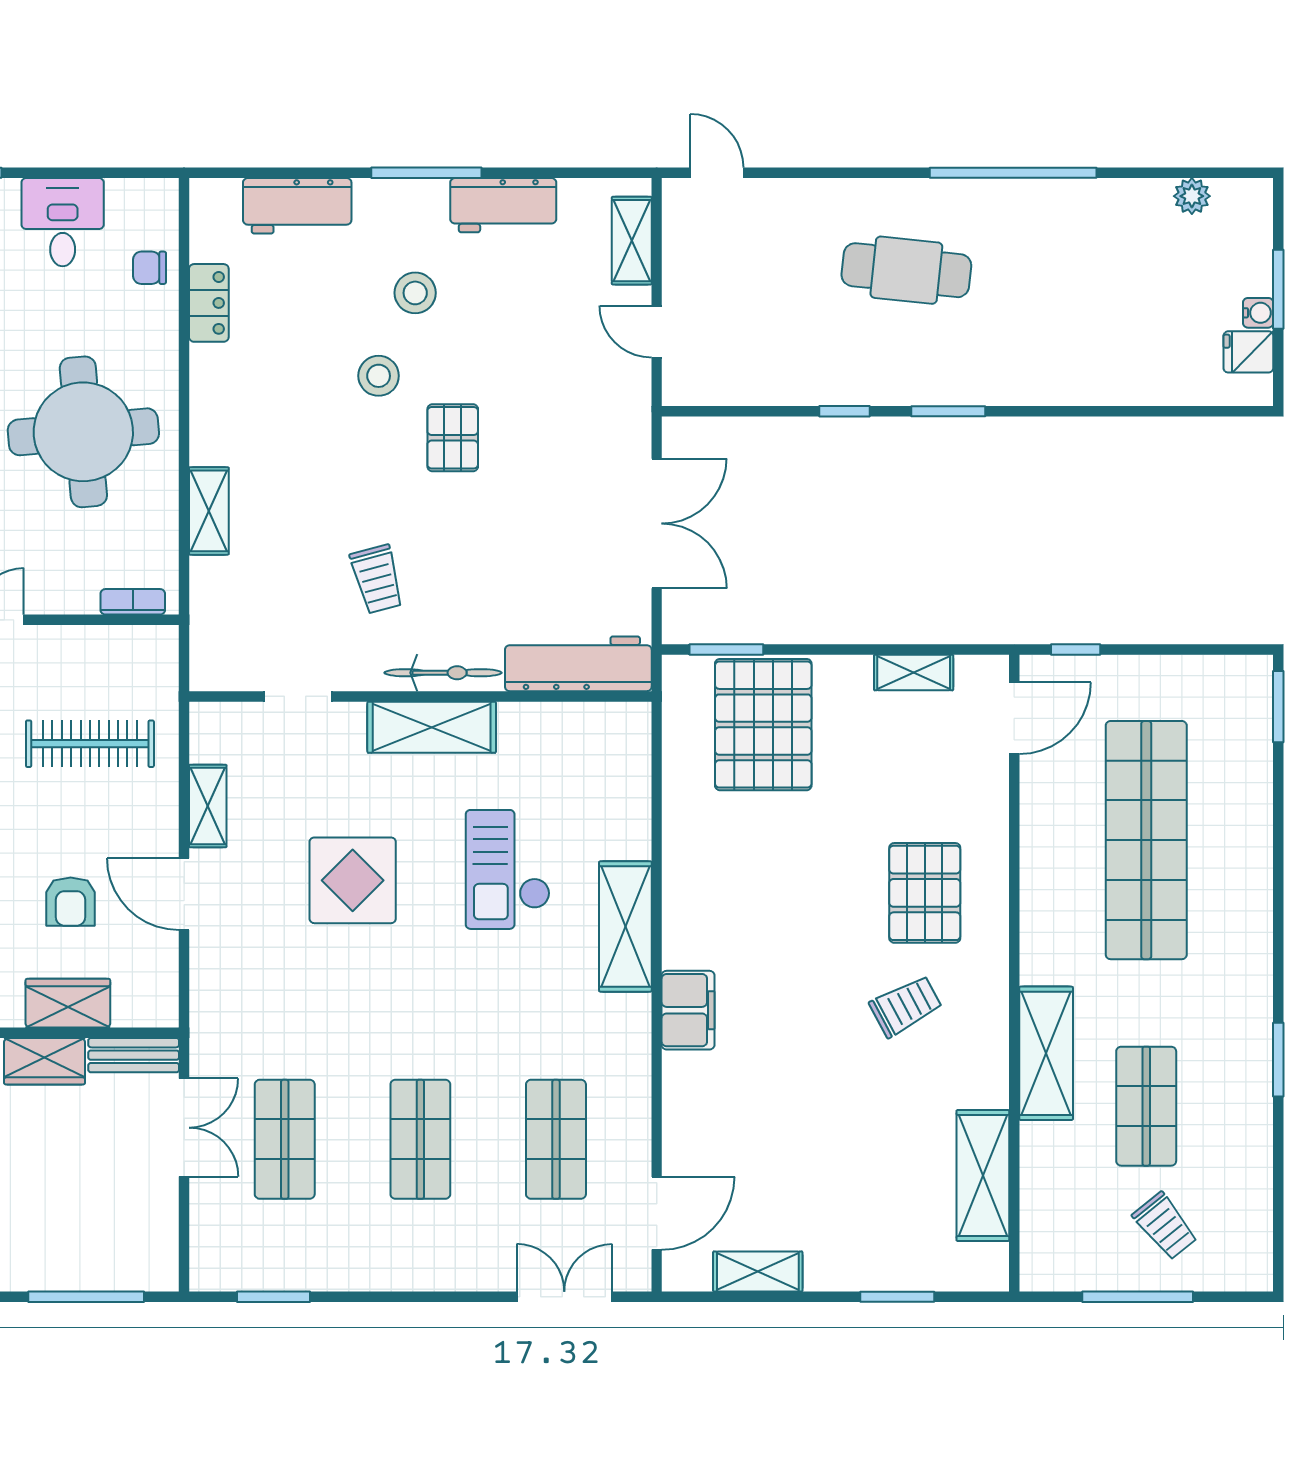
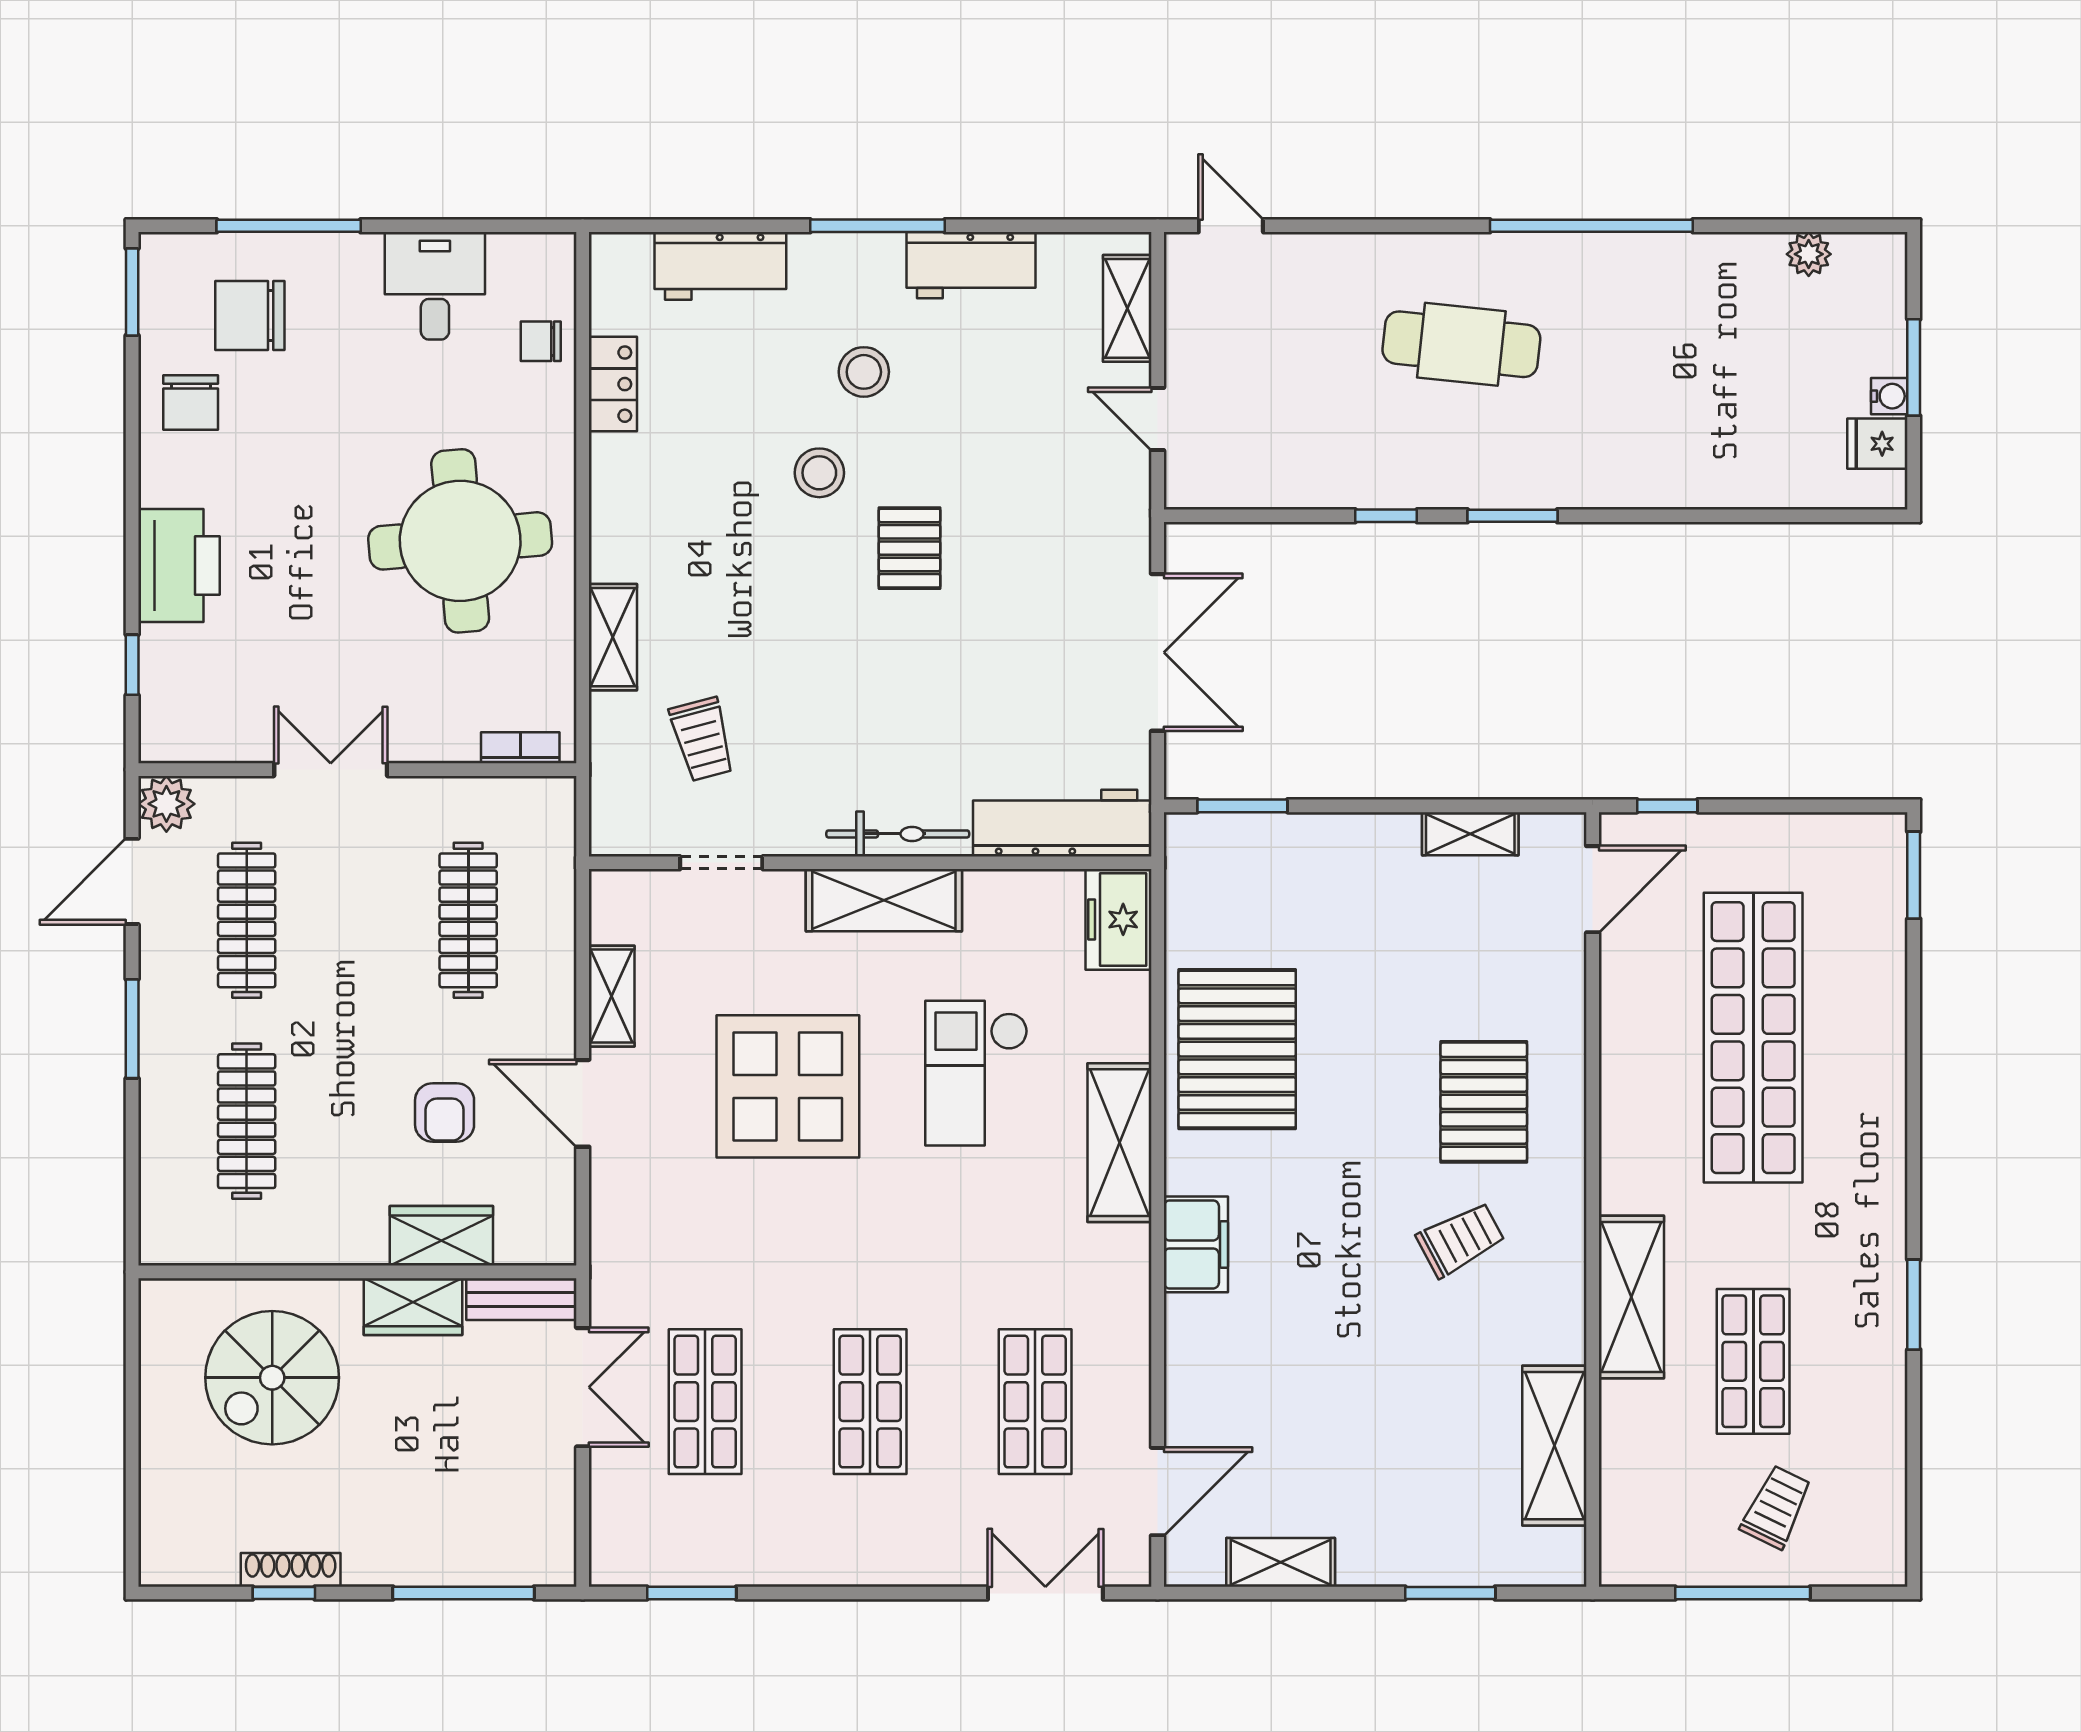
trolley: (377, 579) -> (702, 739), moved
pallet: (763, 725) -> (1237, 1049), moved
freezer: (625, 743) -> (1119, 919), added
clothes rail: (90, 744) -> (468, 920), turned 90
display table: (353, 880) -> (788, 1086), width x1.36, depth x1.36
trolley: (1165, 1226) -> (1776, 1507), turned -115

